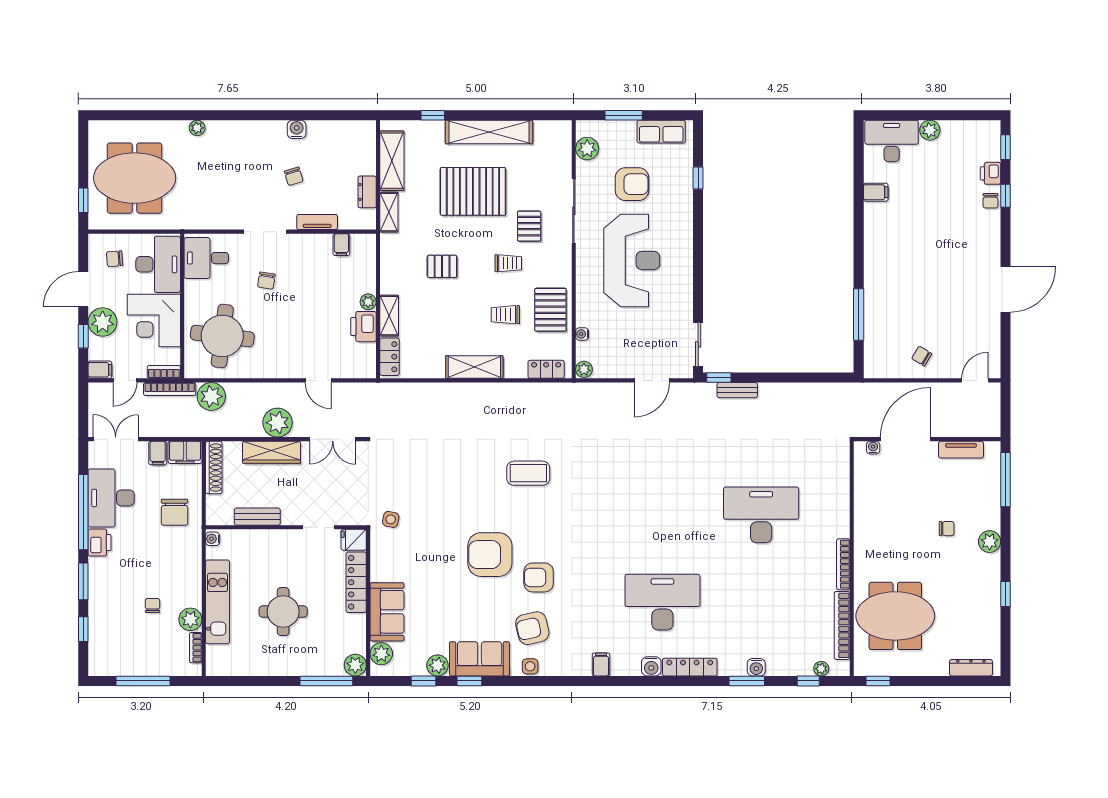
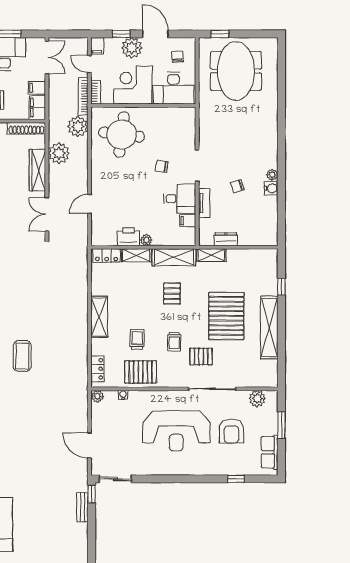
plant: (197, 128) -> (272, 175), moved
shelving: (392, 161) -> (174, 257), moved
desk: (206, 258) -> (180, 199), moved, turned 90
plant: (278, 423) -> (59, 153), moved

